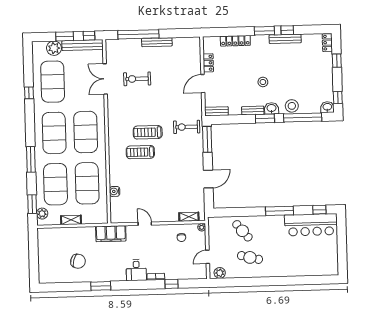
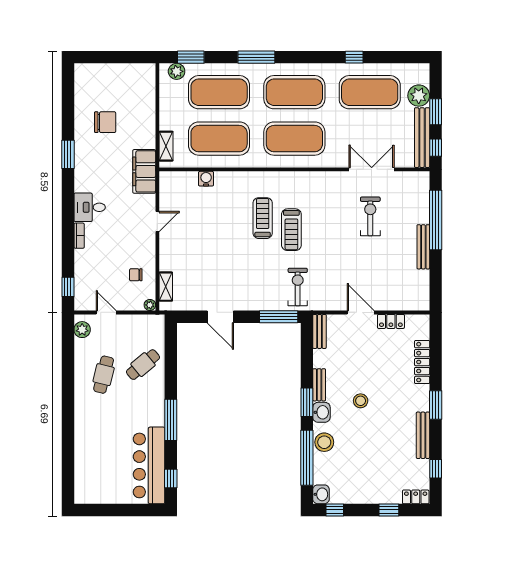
window: (287, 30) -> (436, 469), moved
treadmill: (148, 132) -> (291, 230), turned 180
shelving: (71, 220) -> (166, 146), moved
chair: (78, 261) -> (105, 122), turned -106
window: (172, 284) -> (68, 287), moved

